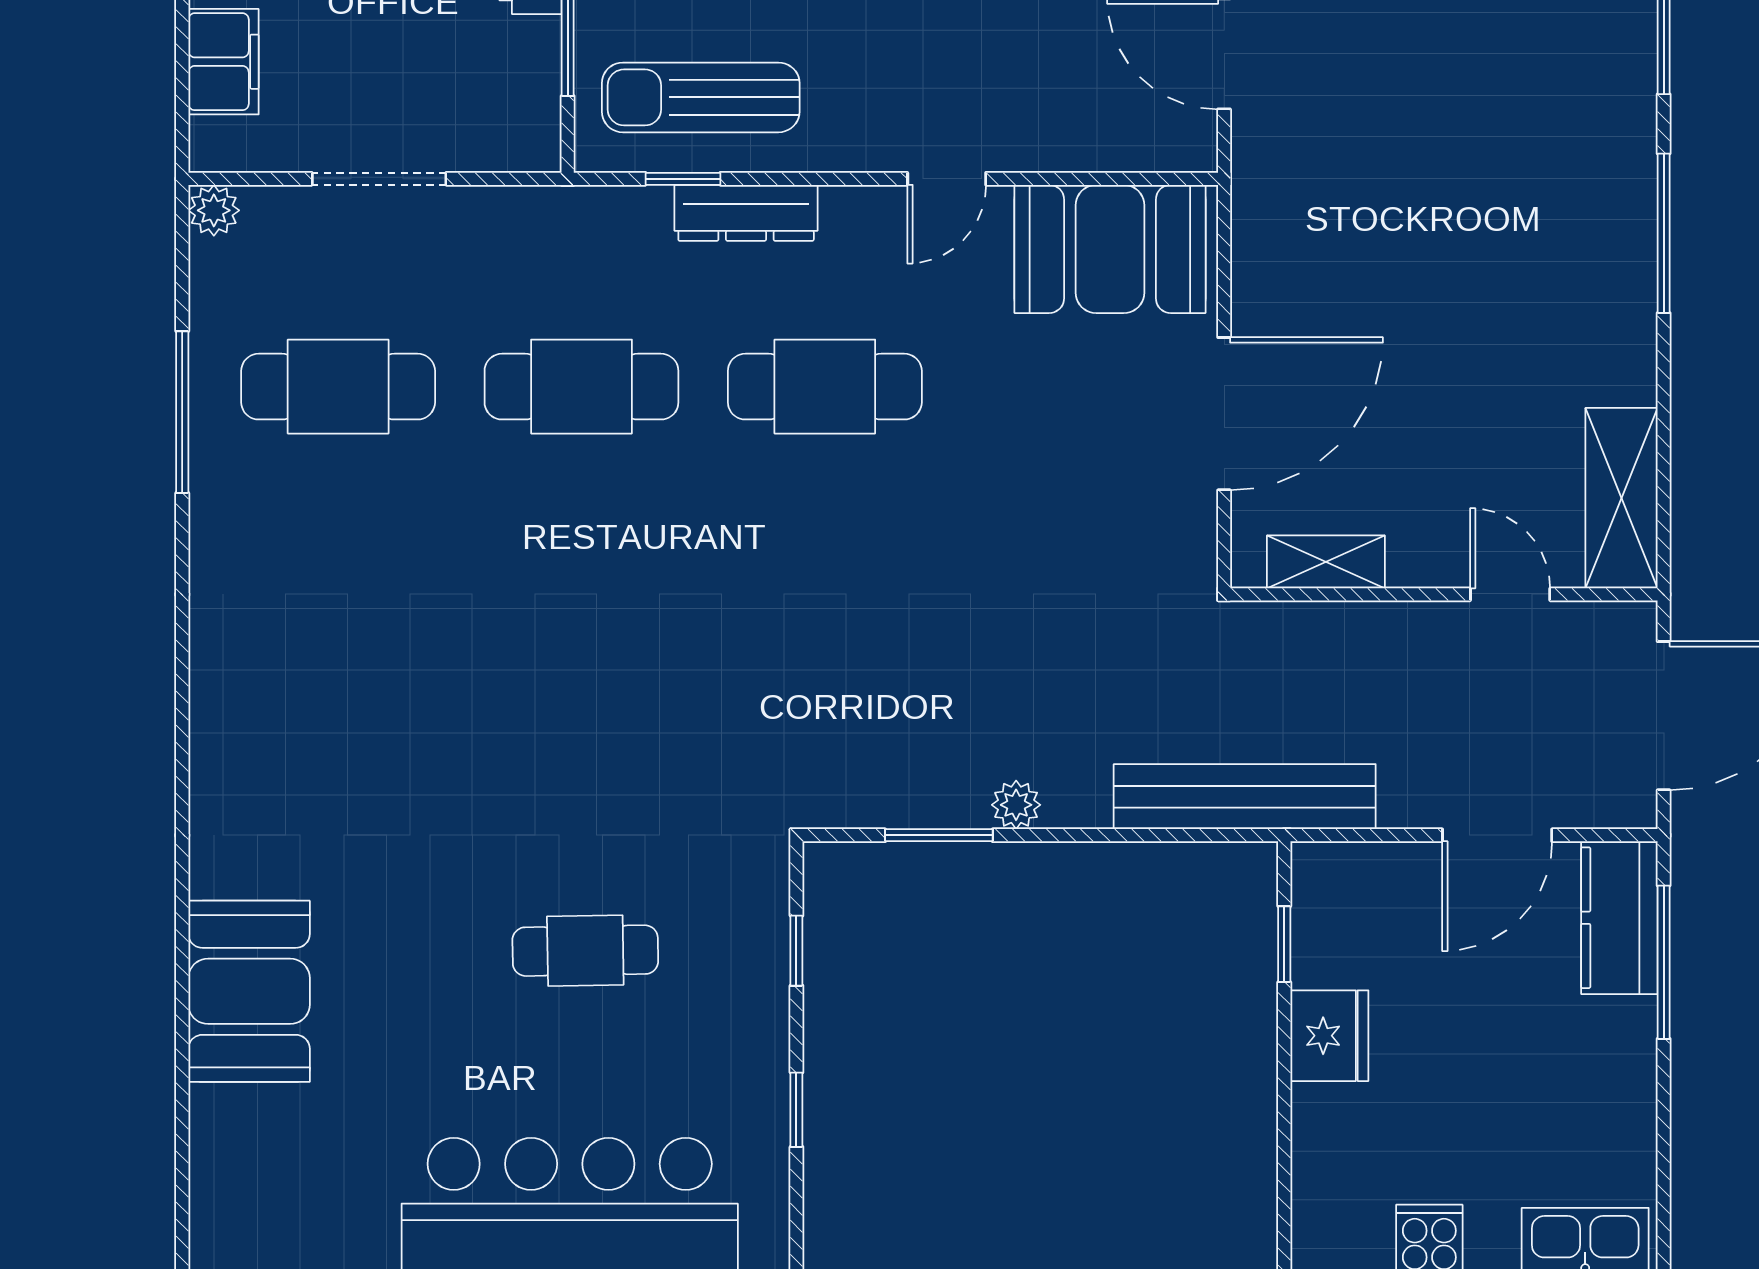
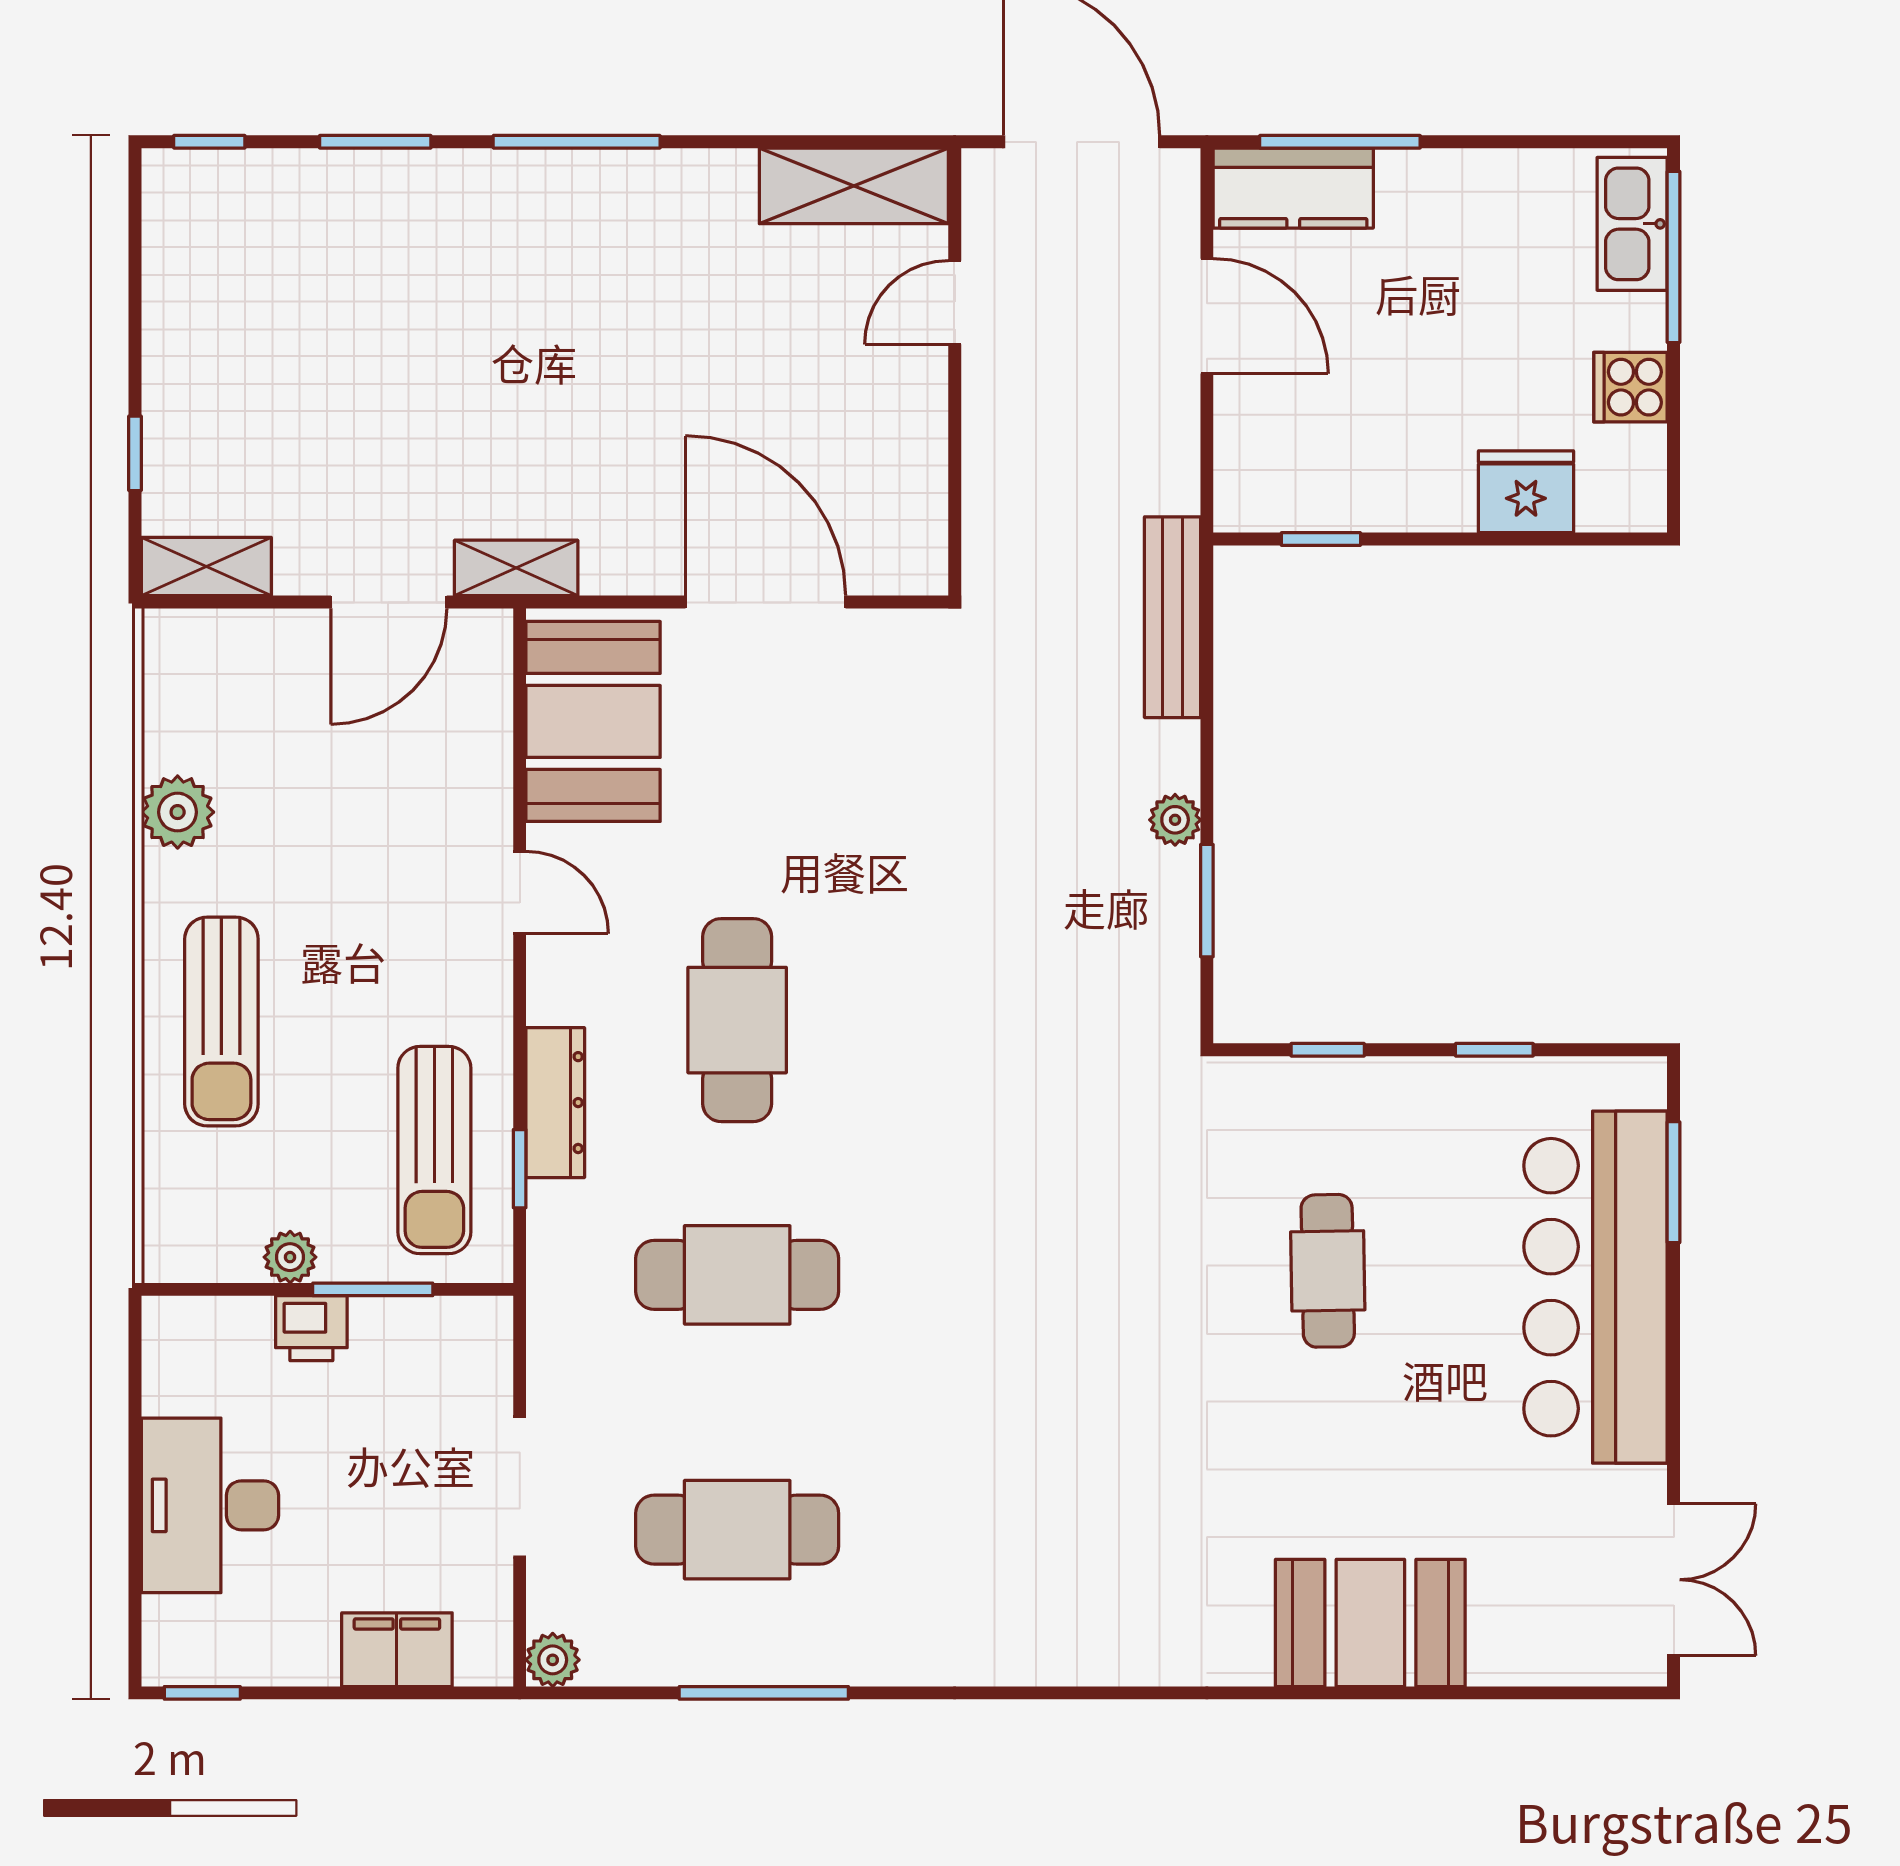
cafe table: (338, 387) -> (737, 1530), turned 90
cafe table: (581, 387) -> (737, 1275), turned 90
shelving: (1326, 562) -> (516, 568), moved, turned 90
bench: (1245, 797) -> (1173, 617), width x0.73, depth x0.82
fridge: (1329, 1036) -> (1526, 492), moved

